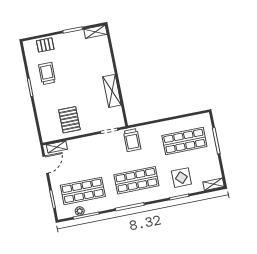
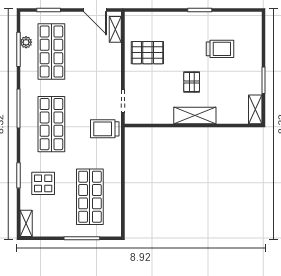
pallet: (45, 45) -> (192, 82), moved
trolley: (47, 73) -> (220, 49), moved
shelving: (112, 91) -> (195, 115), moved

